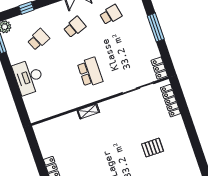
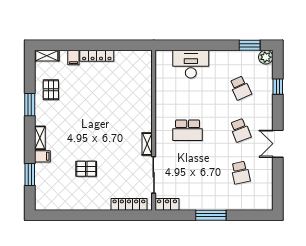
desk: (29, 77) -> (191, 64), moved
shelving: (88, 111) -> (147, 144), moved
pallet: (153, 148) -> (86, 169), turned 90

